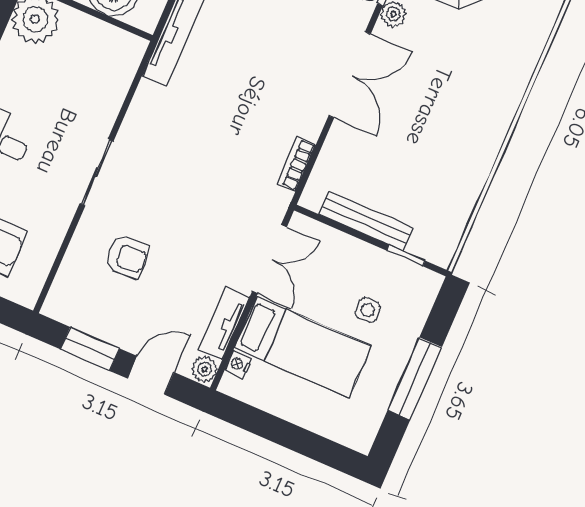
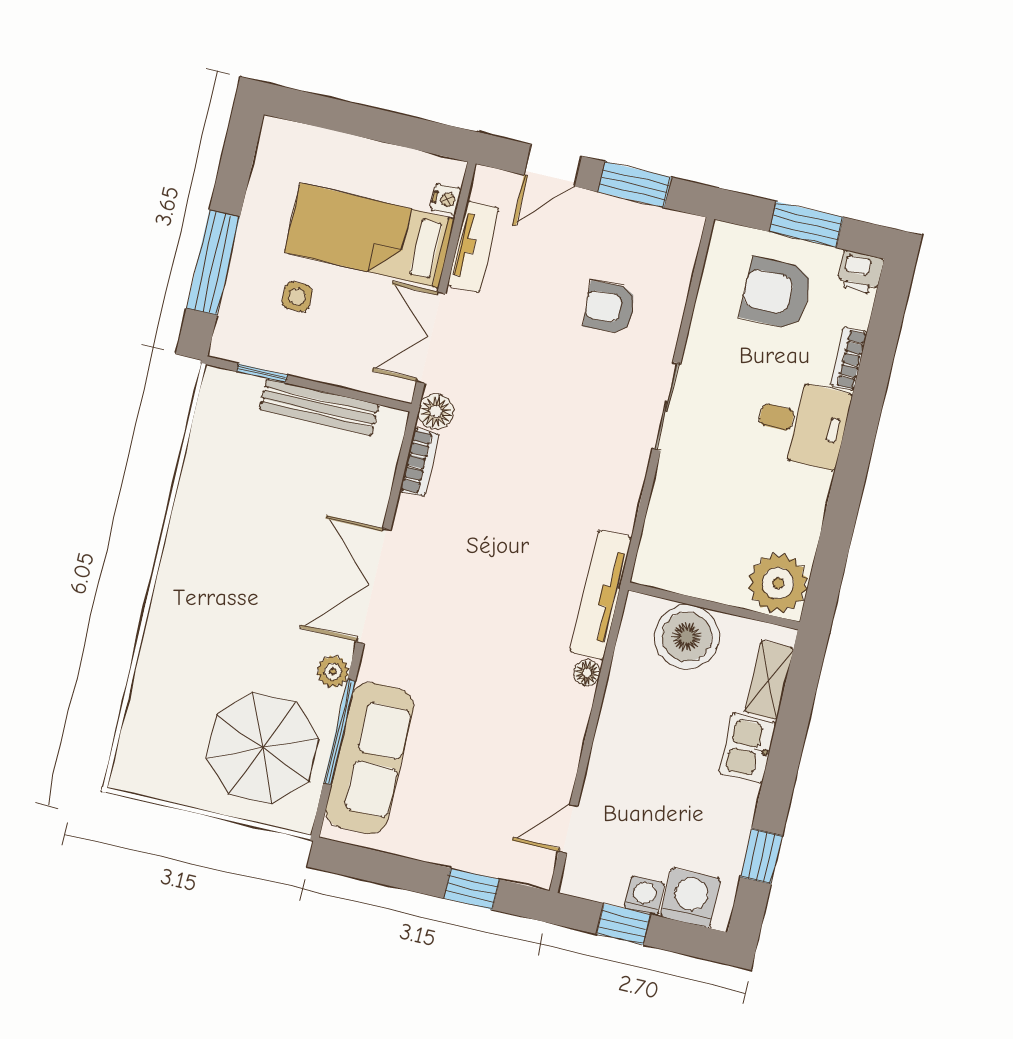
floor lamp: (276, 201) -> (436, 412), added
plant: (204, 369) -> (487, 185), removed
window: (415, 379) -> (213, 263), moved

